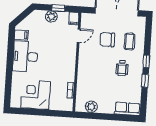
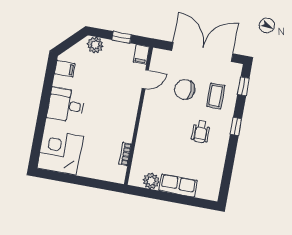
plant: (51, 16) -> (95, 45), moved
desk: (25, 56) -> (66, 105), width x0.73
window: (145, 81) -> (243, 86), moved
corner desk: (36, 95) -> (60, 152), moved
row of seats: (127, 109) -> (178, 186), moved

